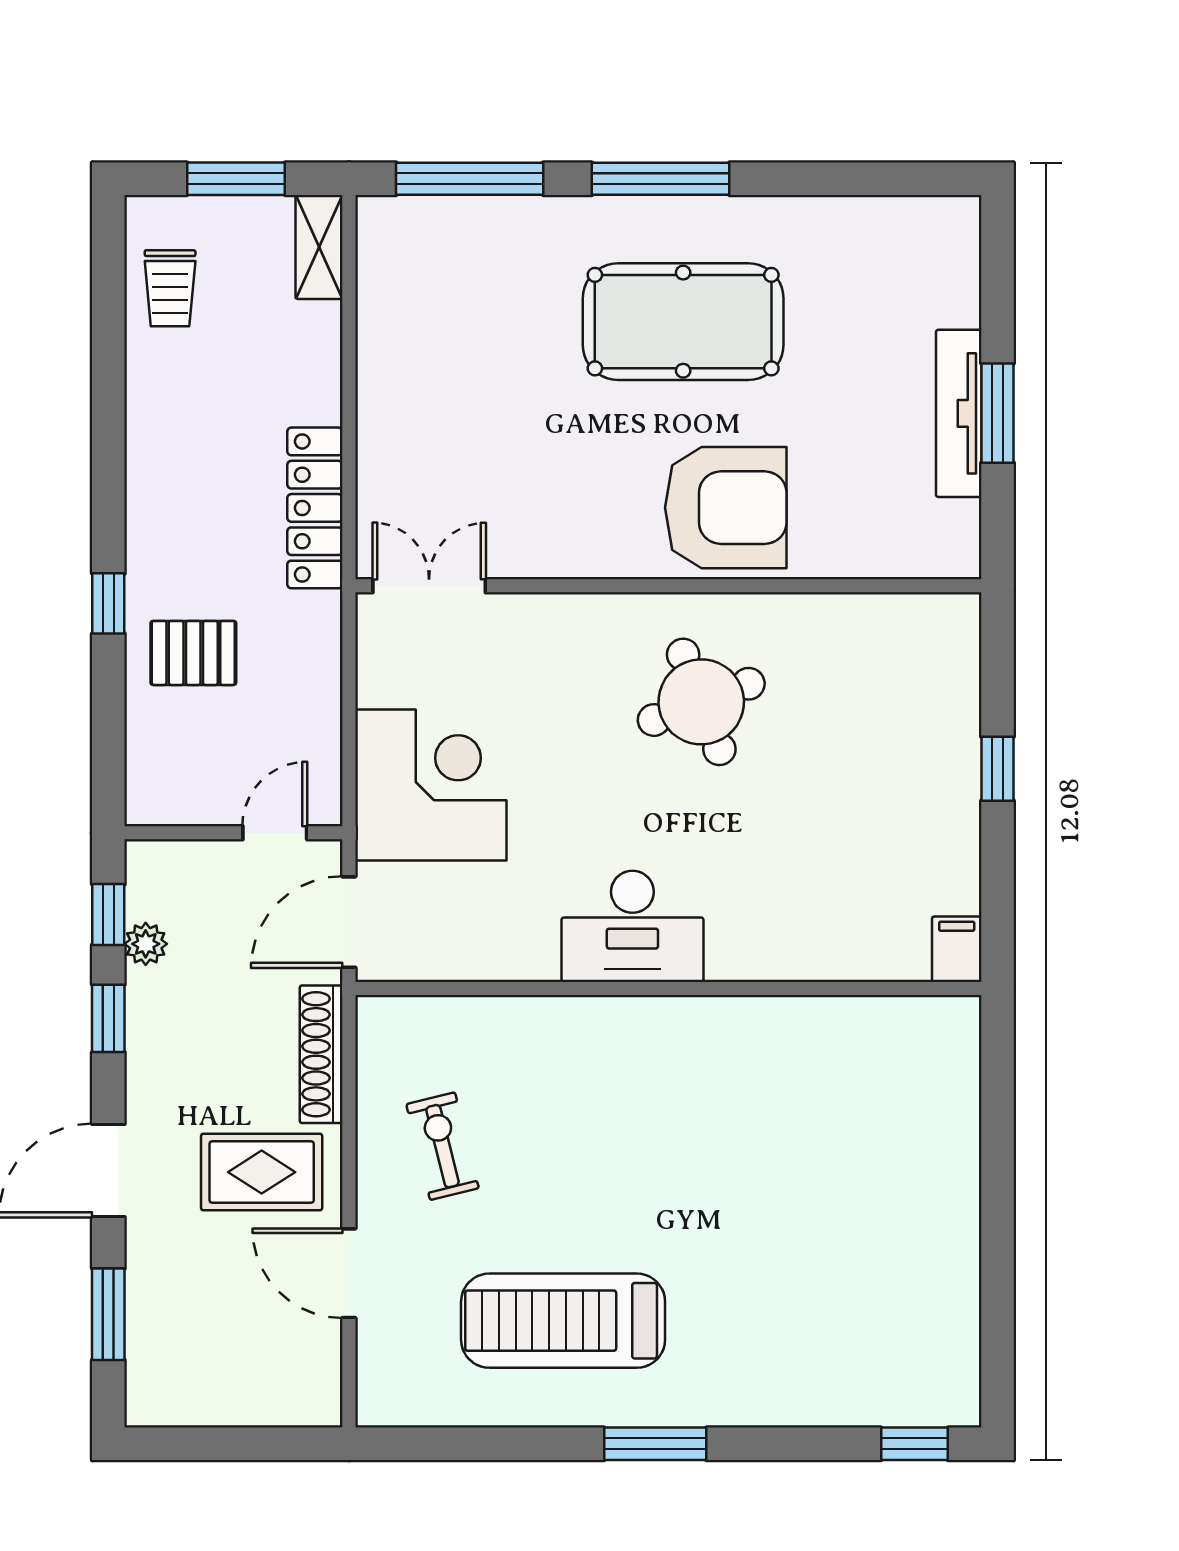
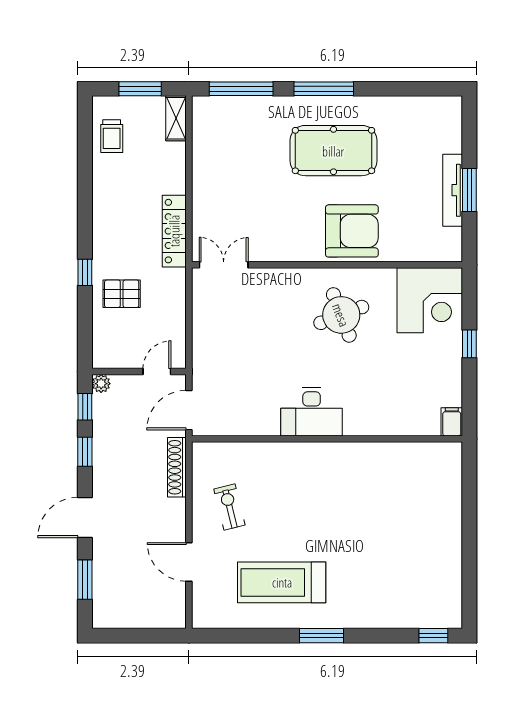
corner desk: (431, 785) -> (430, 300), moved, turned 90
plant: (146, 944) -> (101, 384), moved
rug: (262, 1172) -> (151, 518), removed

